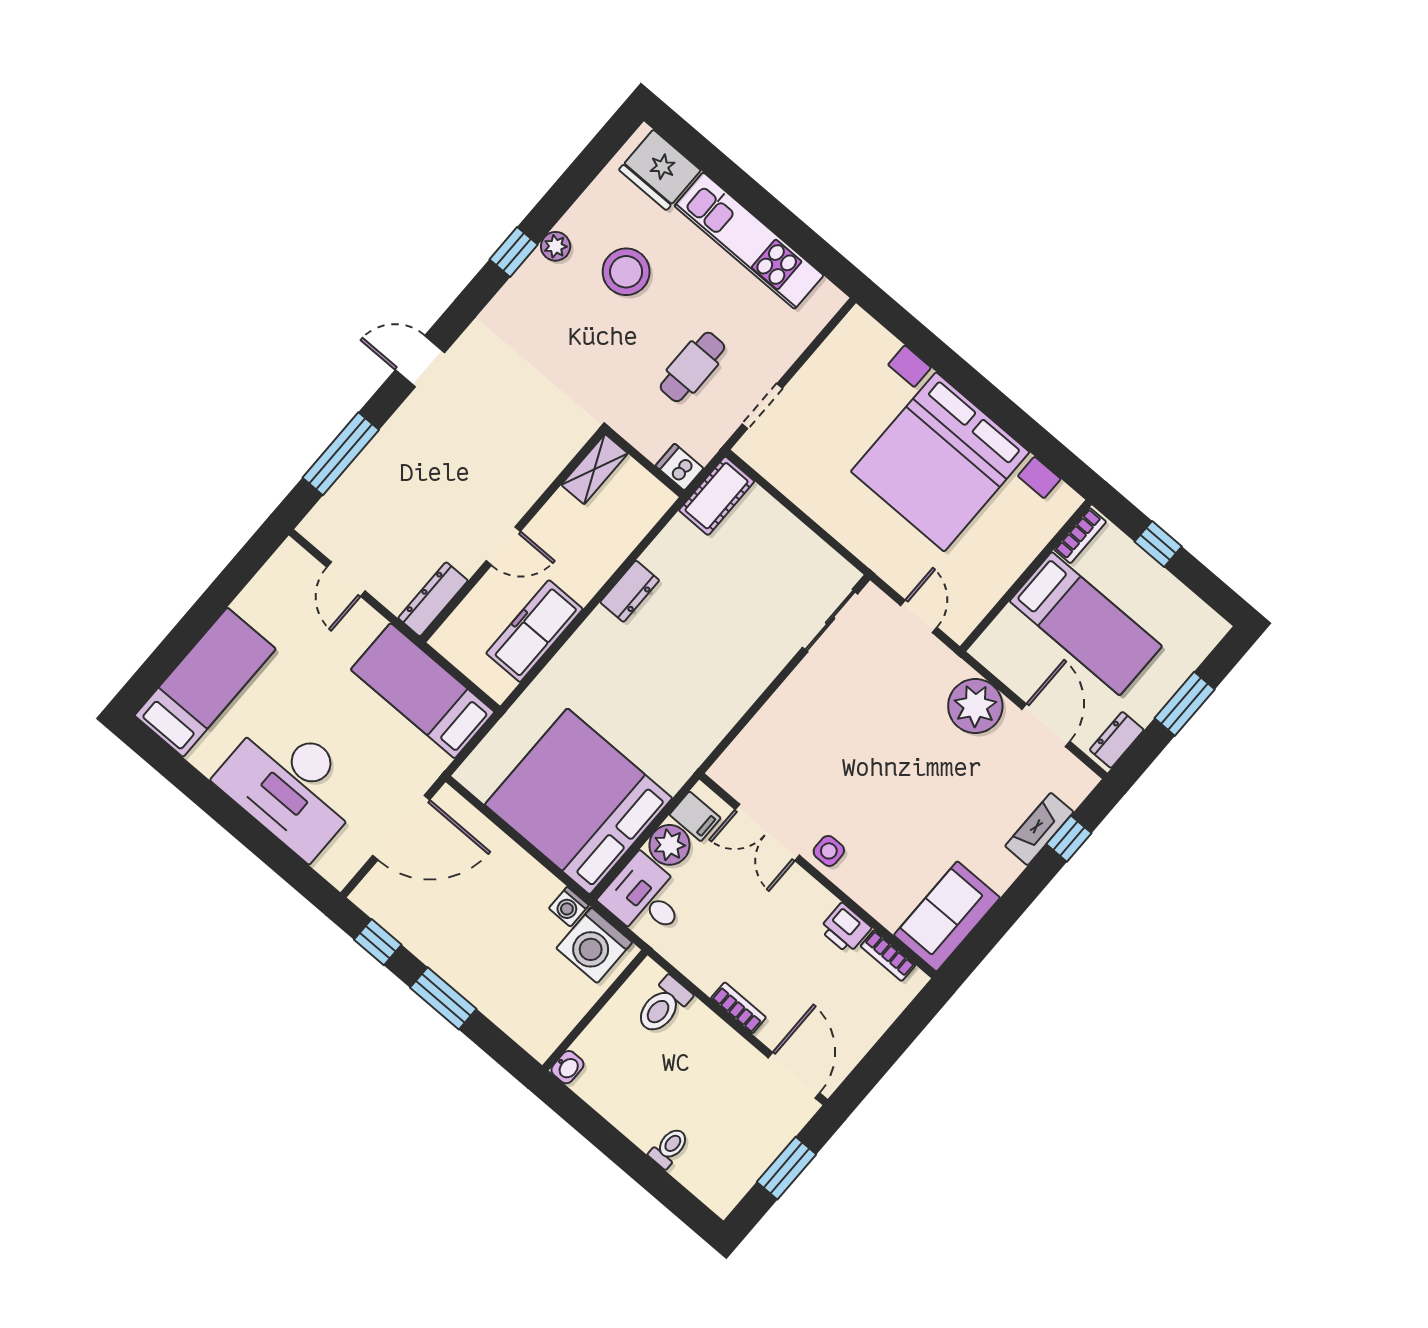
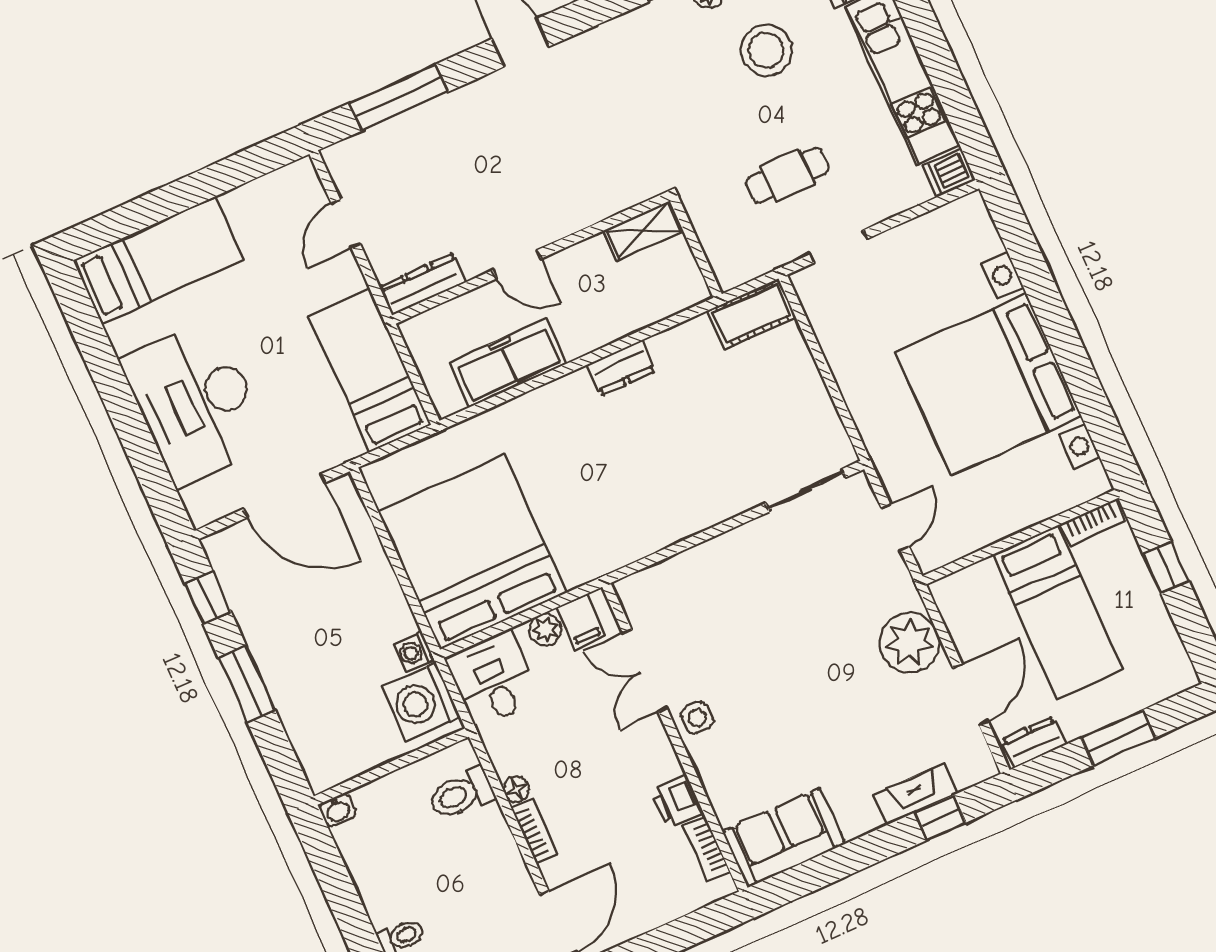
dishwasher: (679, 467) -> (949, 172), moved, turned -90
plant: (669, 845) -> (545, 630), width x0.73, depth x0.73
floor lamp: (707, 980) -> (516, 789), added

